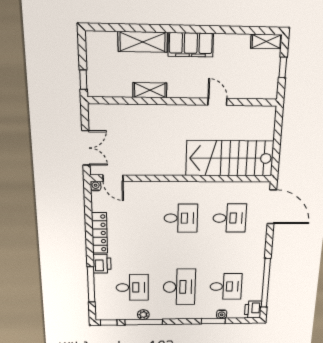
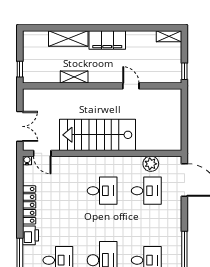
window: (283, 67) -> (184, 71), moved
stairs: (230, 158) -> (98, 135), moved
plant: (236, 190) -> (151, 164), added

